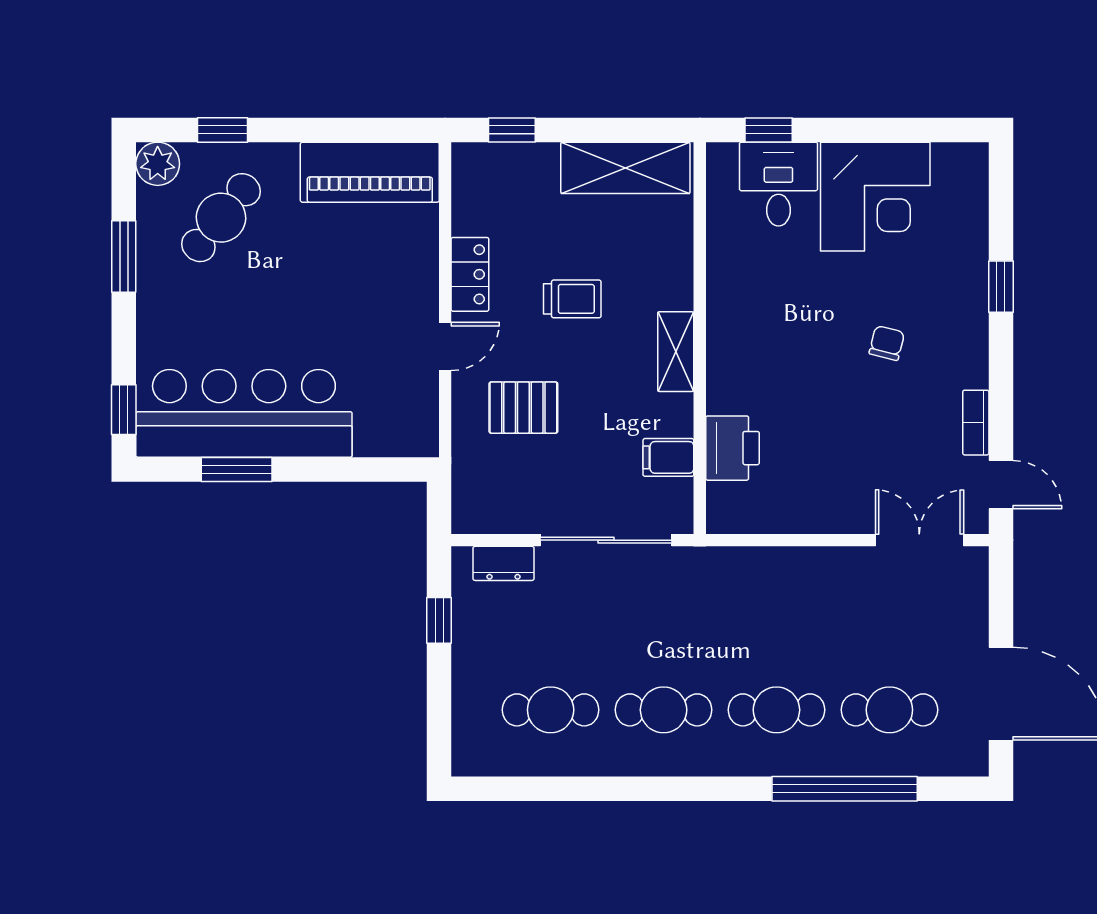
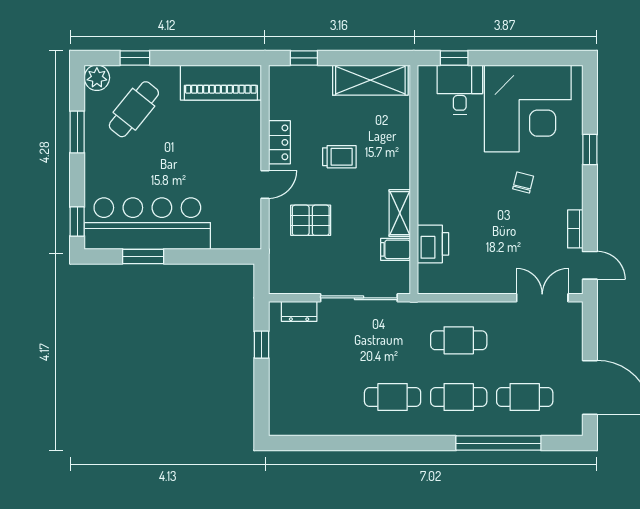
corner desk: (875, 197) -> (528, 108), width x1.36, depth x1.36
shelving: (676, 352) -> (400, 213), moved
cafe table: (551, 710) -> (459, 340), moved

